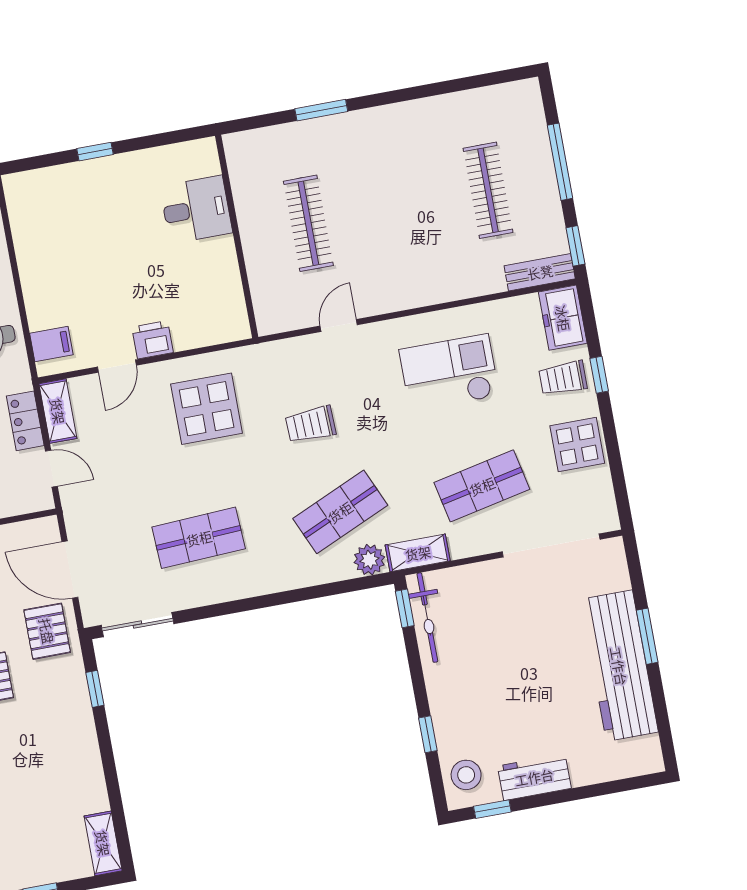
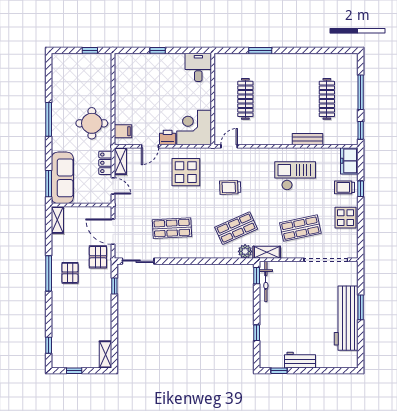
desk: (196, 210) -> (198, 67), moved, turned -90
bench: (540, 272) -> (308, 139), moved
corner desk: (207, 307) -> (194, 127), added
door: (339, 325) -> (229, 146), moved
stool: (466, 775) -> (270, 354), removed

